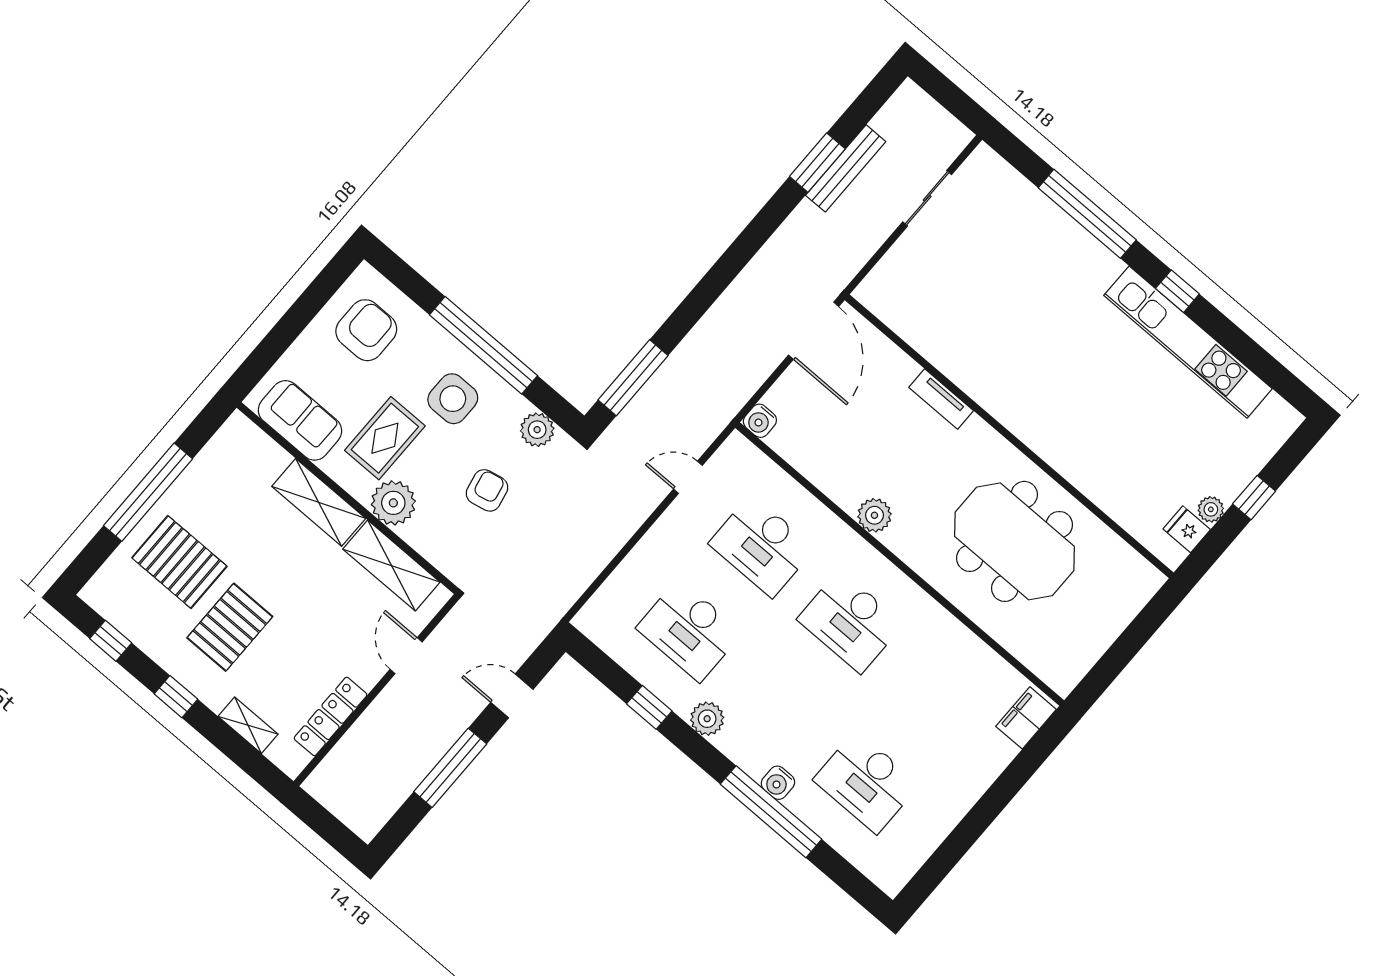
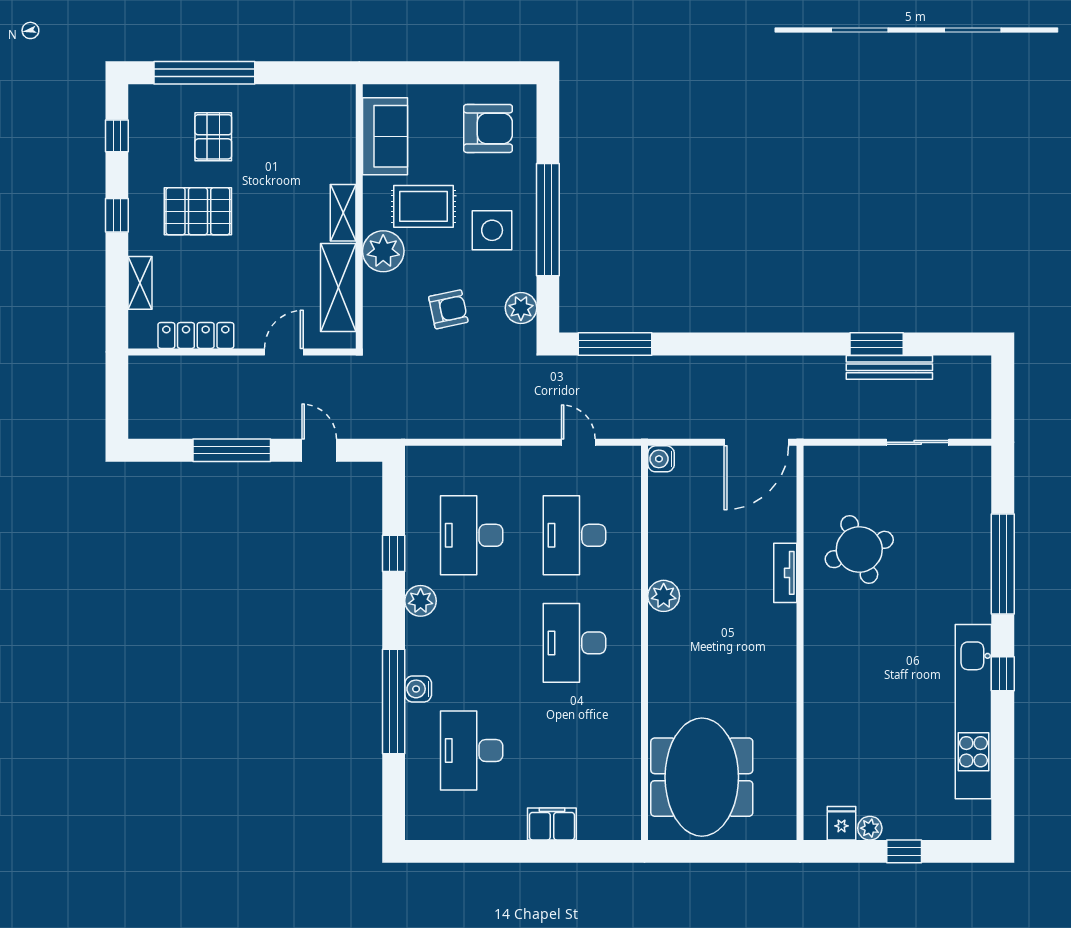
round table: (974, 322) -> (859, 549), added
window: (148, 492) -> (204, 73), moved
shelving: (319, 502) -> (343, 213), width x0.67, depth x0.75
meeting table: (1015, 541) -> (702, 777), moved
pallet: (179, 562) -> (213, 137), width x0.67, depth x0.71
filing cabinet: (1026, 718) -> (552, 824), moved

